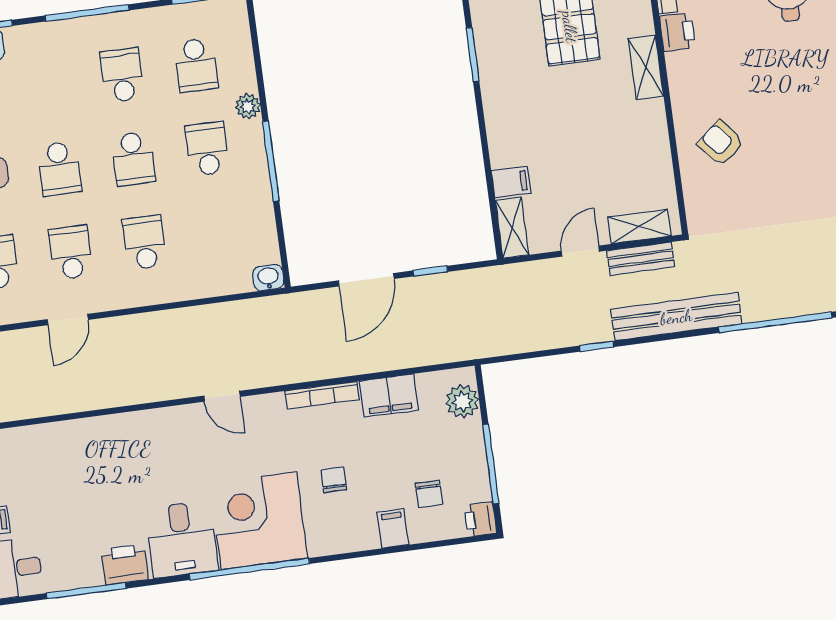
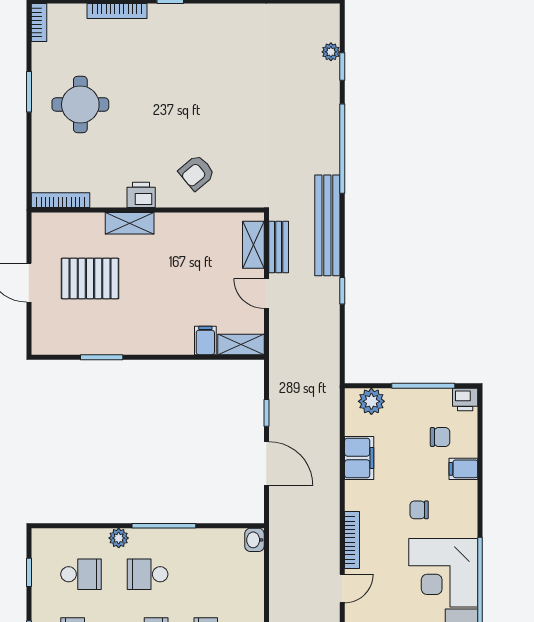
printer: (677, 32) -> (141, 195), moved
bookcase: (322, 395) -> (352, 540), moved

